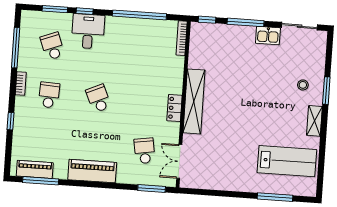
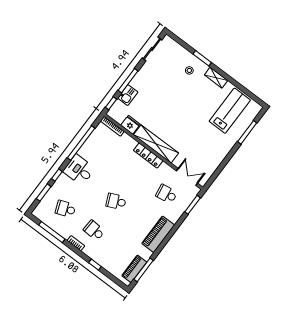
desk: (88, 31) -> (79, 170), moved
kitchen sink: (268, 35) -> (128, 95), moved
fridge: (197, 58) -> (131, 125), added
locker: (174, 108) -> (148, 155), width x1.53
double door: (179, 161) -> (187, 177), swing flipped

